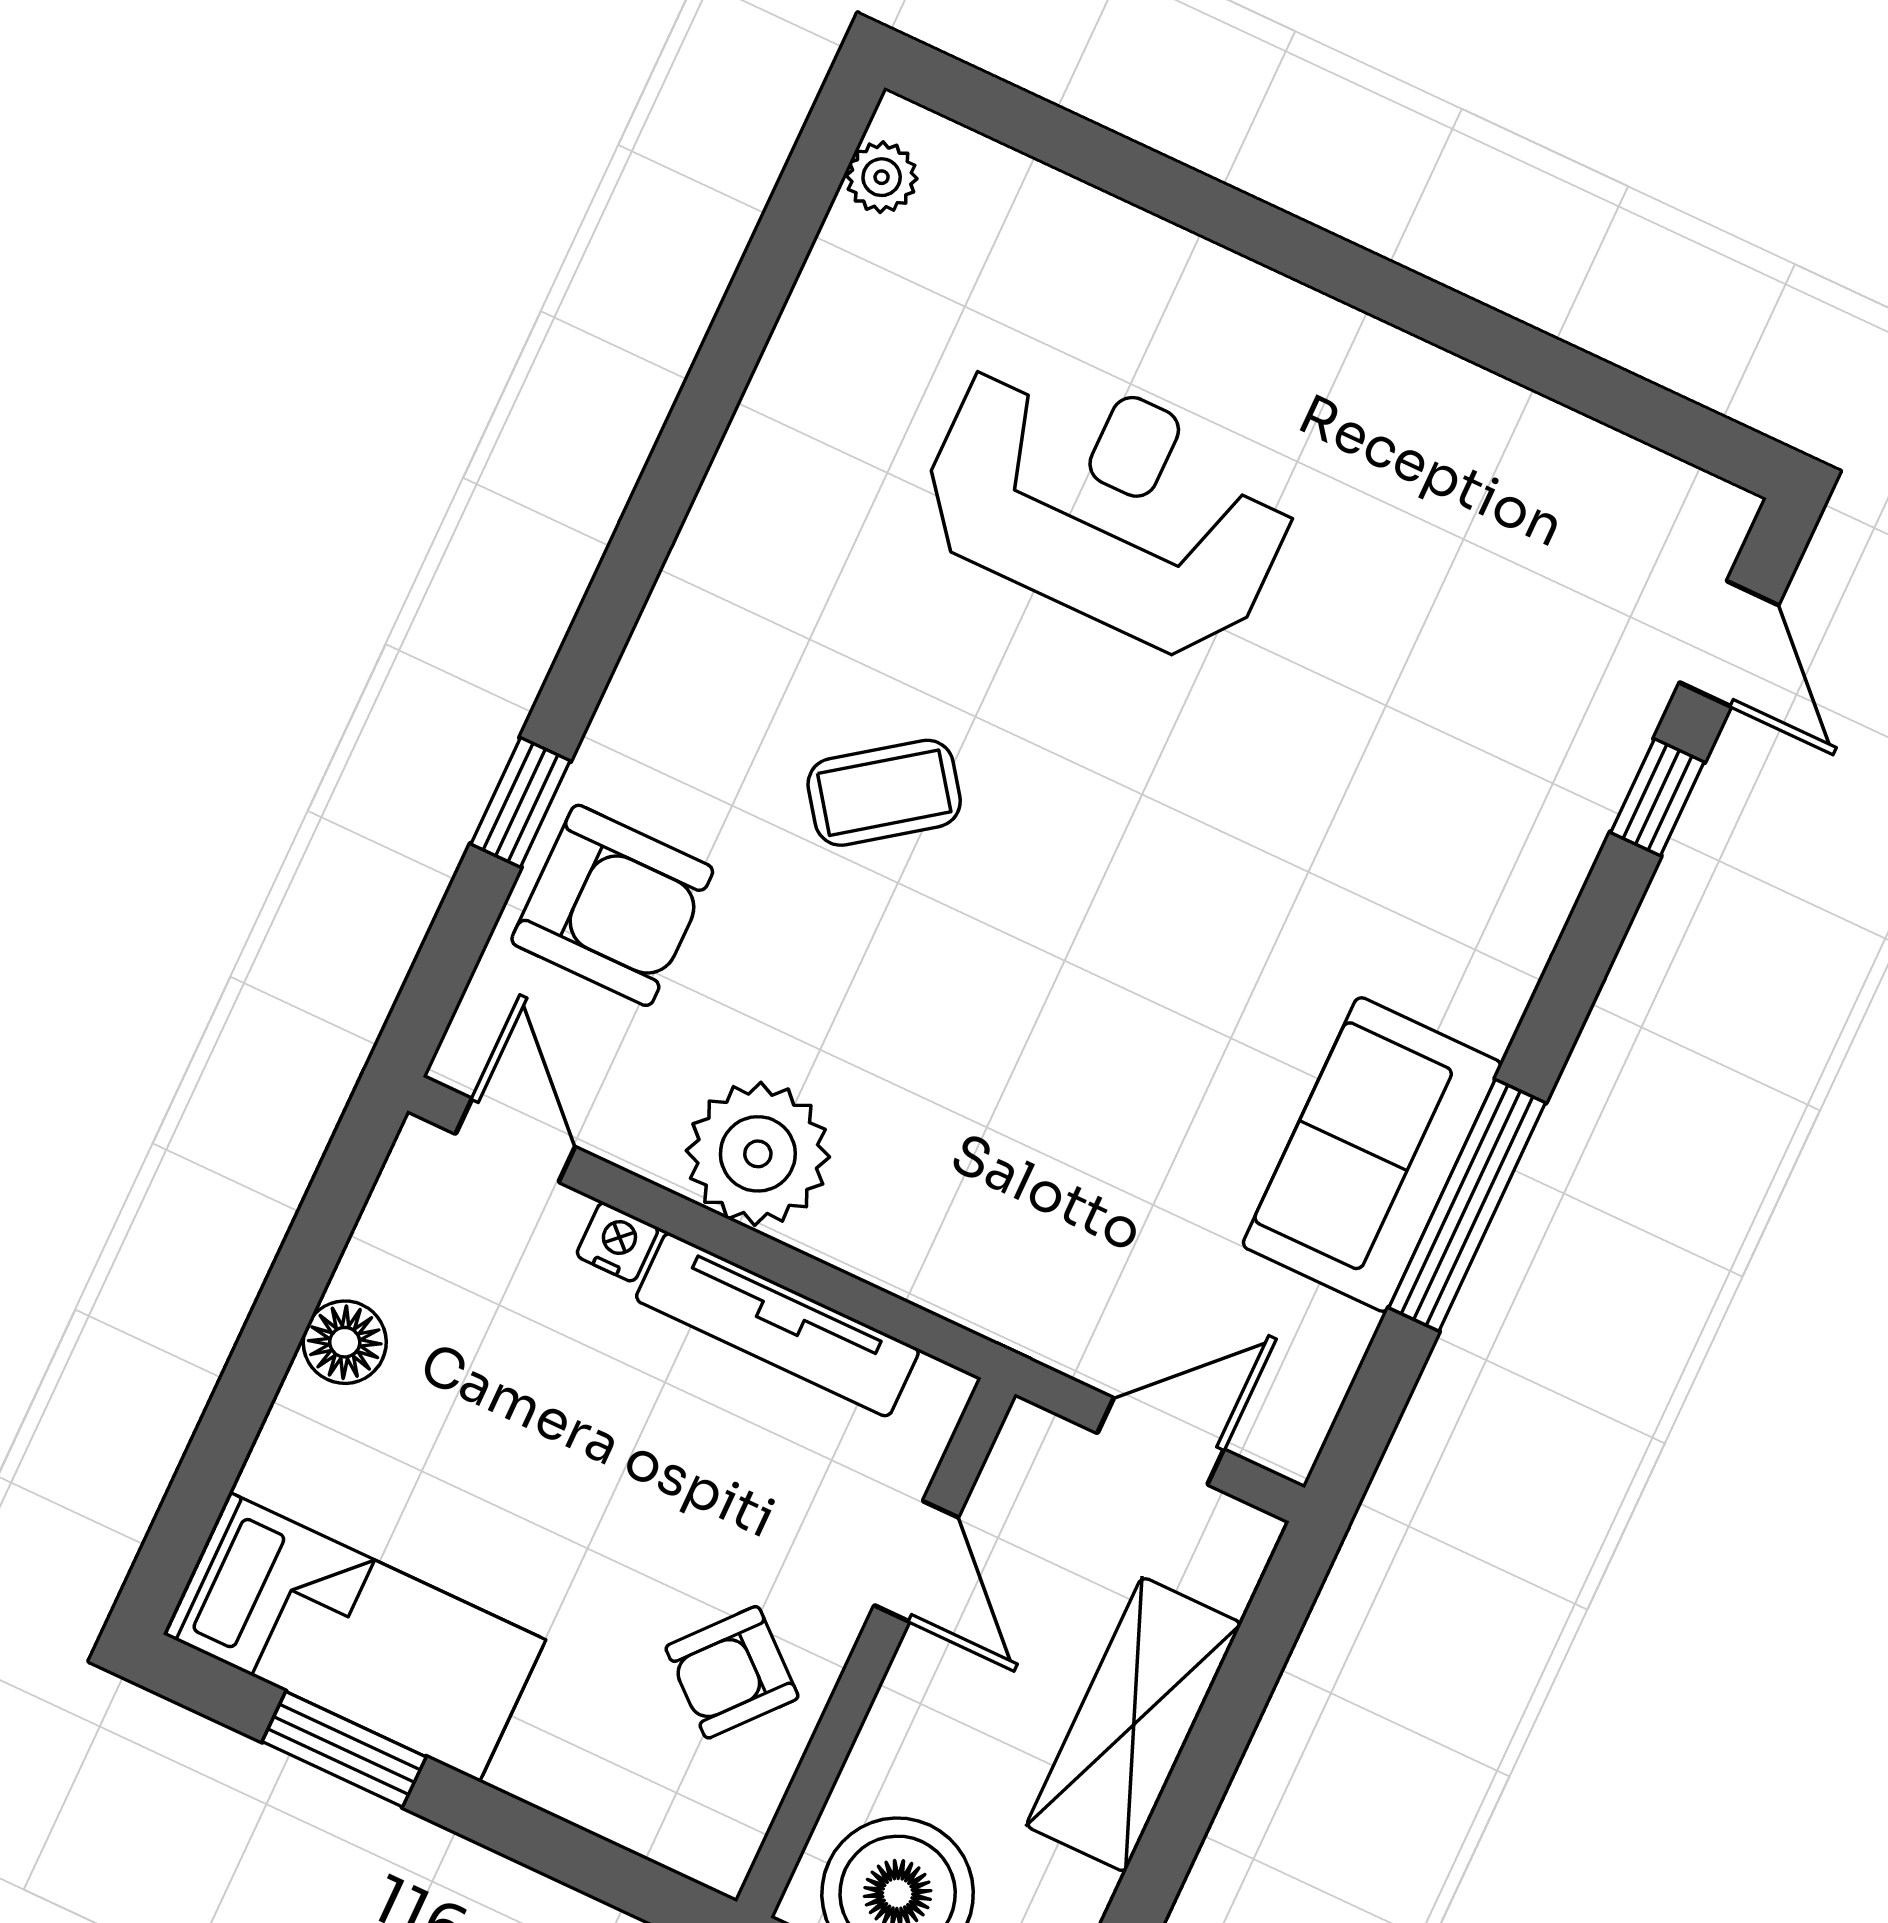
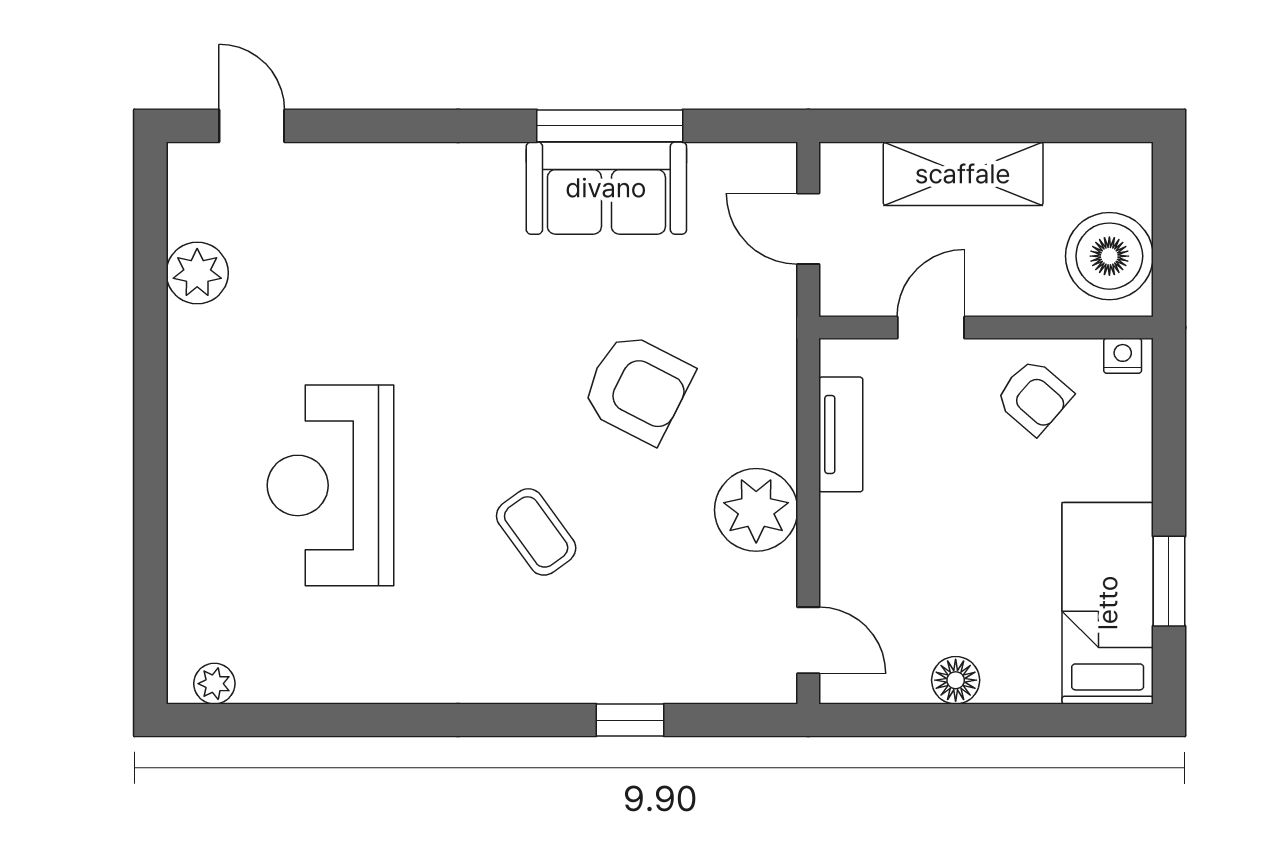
plant: (1538, 451) -> (197, 273), added
door: (1729, 644) -> (252, 126), hinge flipped
window: (1657, 797) -> (350, 126), removed
armchair: (612, 905) -> (637, 388), moved, turned 117
door: (515, 1140) -> (808, 640), swing flipped
nightstand: (617, 1242) -> (1123, 356), moved, turned 90
tv unit: (777, 1325) -> (841, 434), width x0.71

